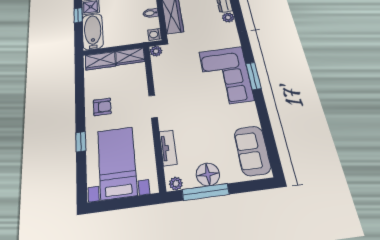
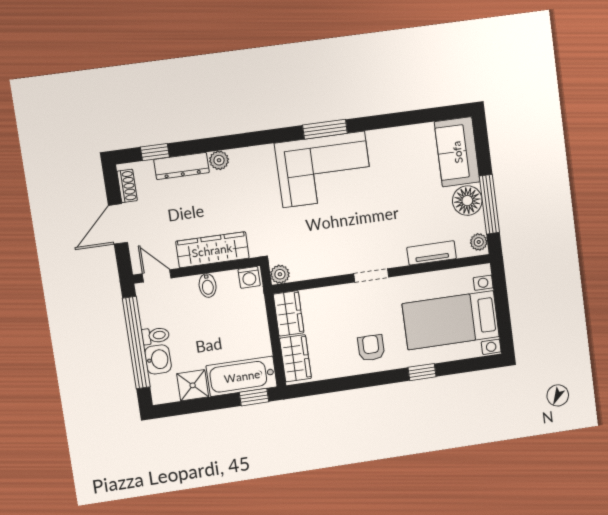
window: (78, 15) -> (254, 397), moved
sofa: (252, 151) -> (457, 152), moved, turned 90

